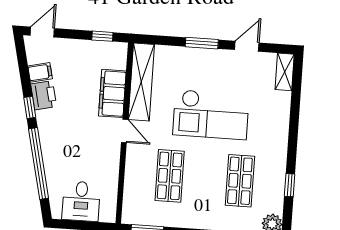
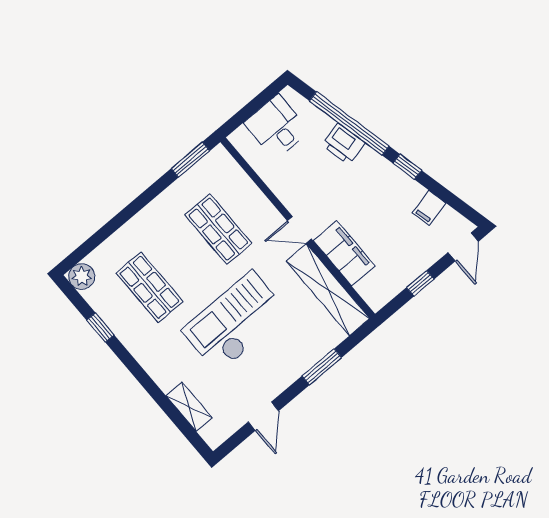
window: (102, 36) -> (420, 283), moved
window: (202, 43) -> (322, 367), moved
shelving: (285, 72) -> (189, 407), moved
printer: (44, 95) -> (343, 144), moved

